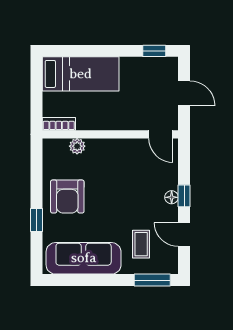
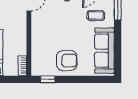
plant: (77, 146) -> (36, 54), removed
window: (36, 220) -> (48, 79), moved

